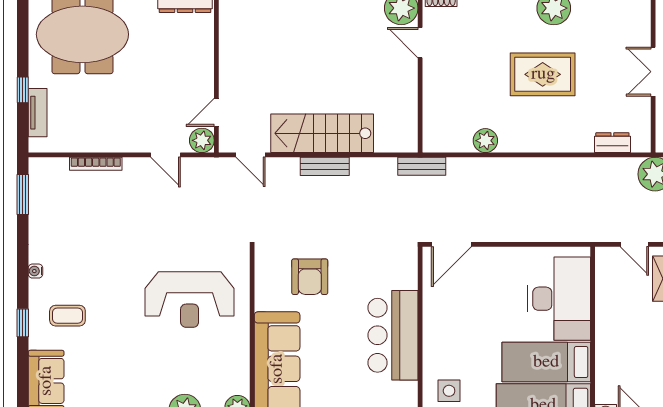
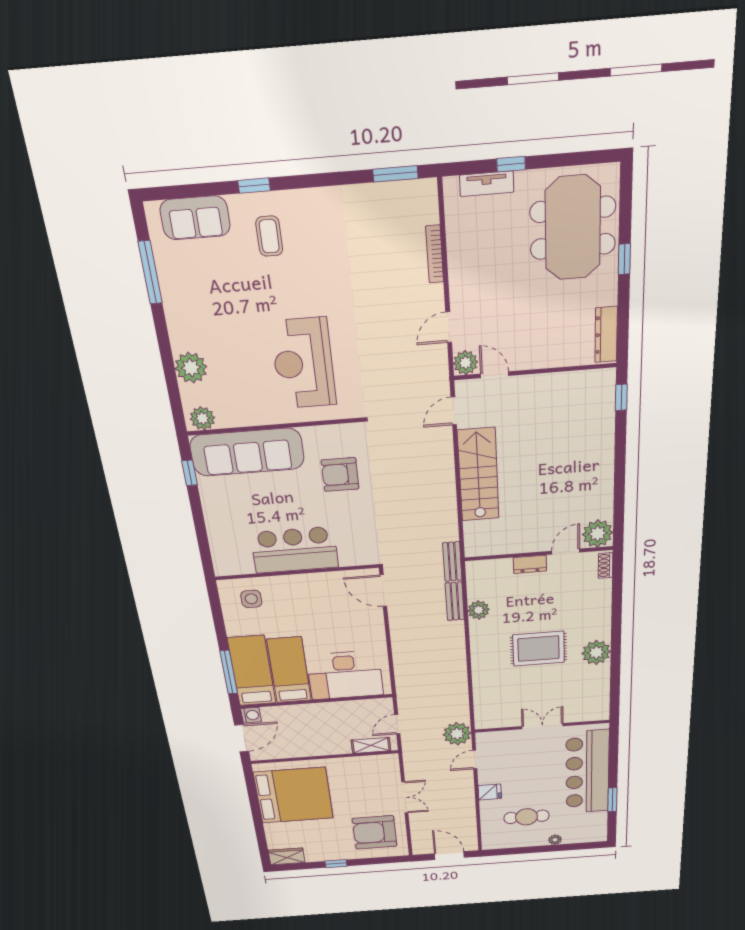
rug: (543, 74) -> (539, 649), turned 90
dresser: (612, 143) -> (530, 564), moved, turned 90
bench: (325, 166) -> (455, 601), moved
water cooler: (35, 271) -> (313, 196), removed

